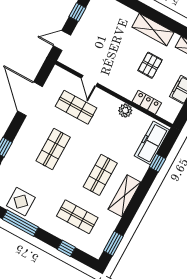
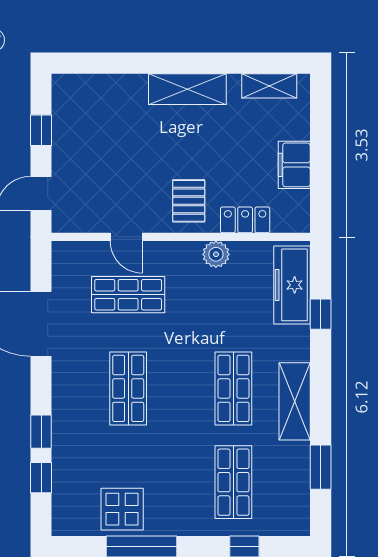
pallet: (150, 65) -> (189, 201), moved
shop shelf: (77, 217) -> (233, 482), turned 90
window: (113, 244) -> (321, 467), moved

